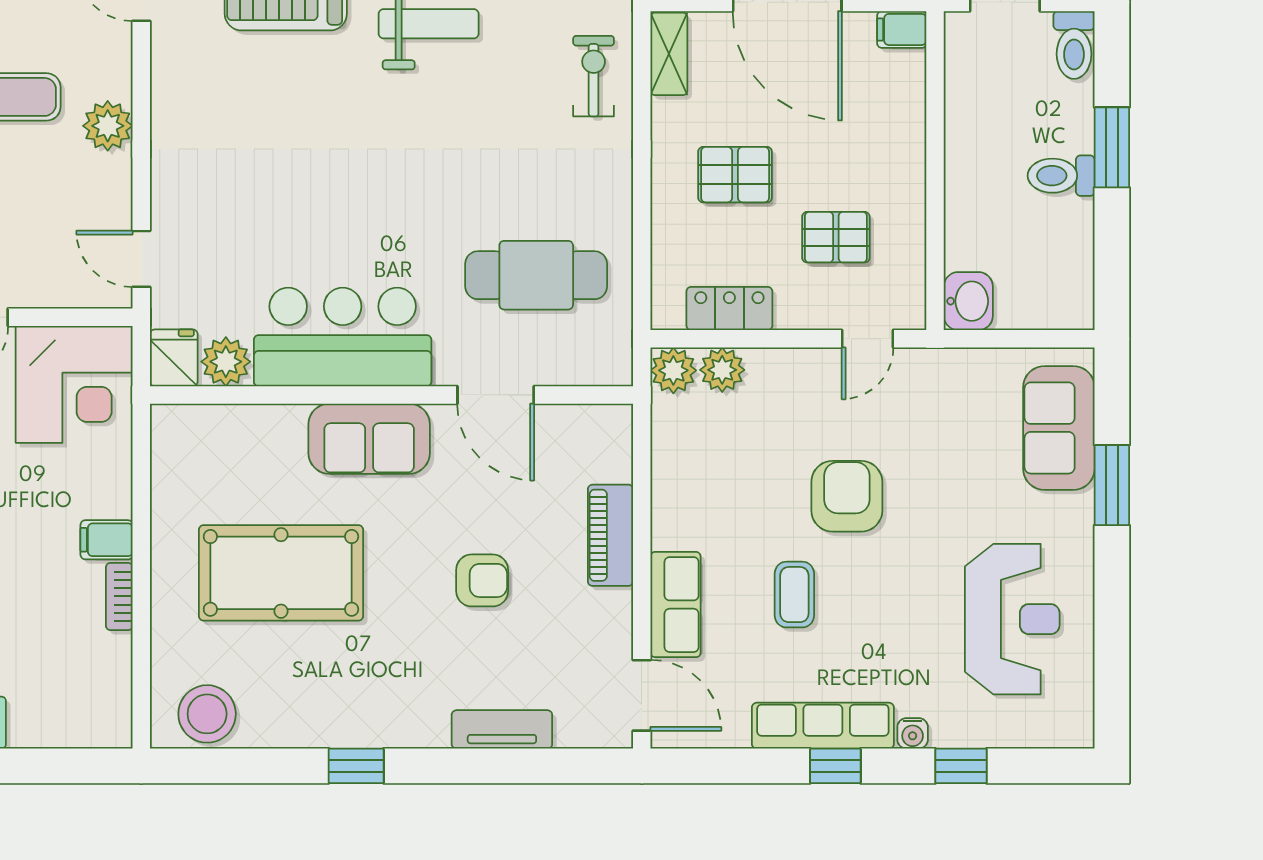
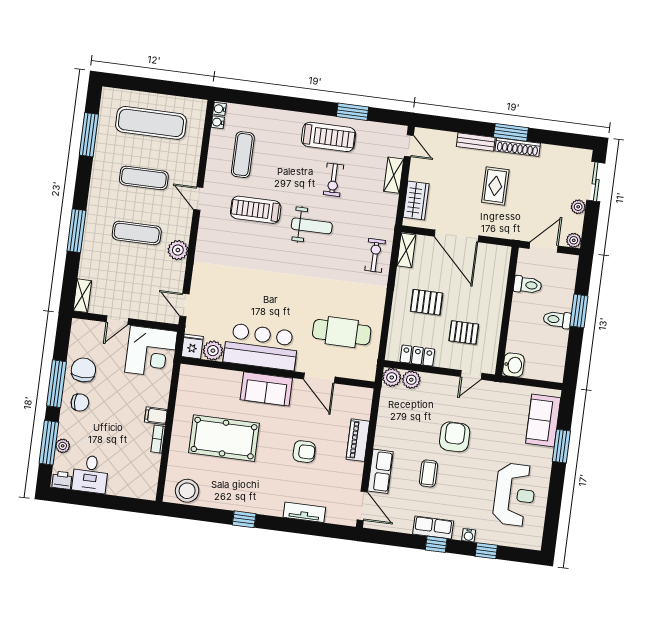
filing cabinet: (902, 29) -> (501, 253), removed
toilet: (1074, 45) -> (528, 285), moved, turned -90
row of seats: (823, 726) -> (433, 527), width x0.68

